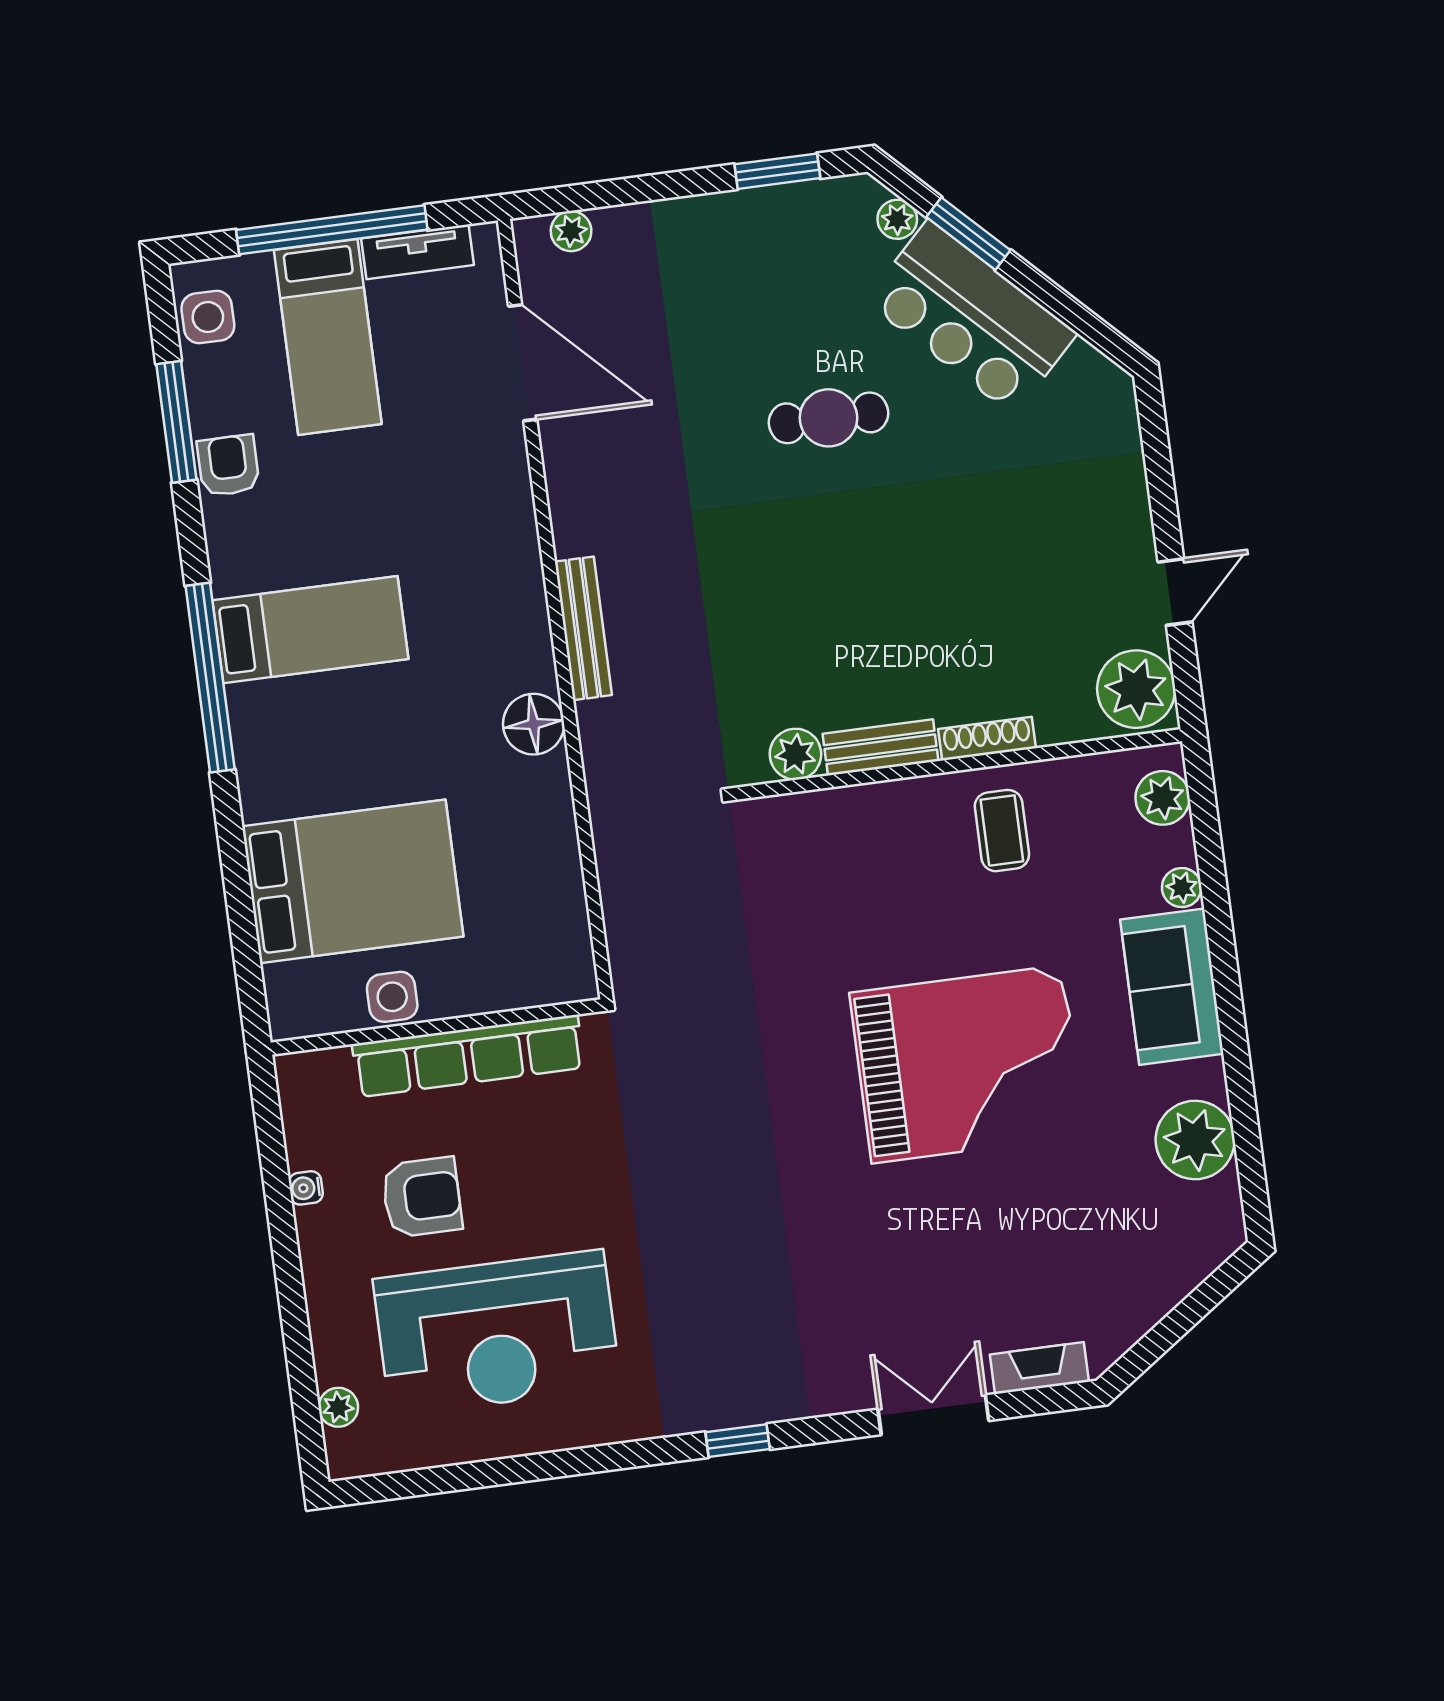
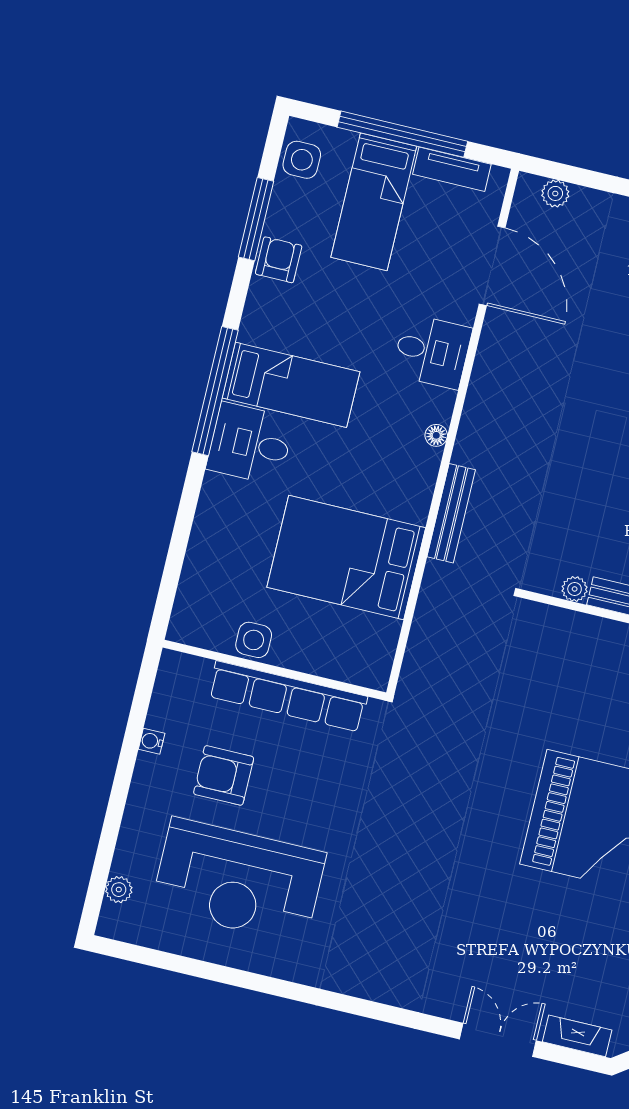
desk: (485, 511) -> (432, 351), added
bench: (583, 628) -> (451, 513), moved
floor lamp: (534, 724) -> (436, 435), moved, width x0.53, depth x0.53
desk: (285, 731) -> (250, 444), added
plant: (795, 754) -> (575, 589), width x0.73, depth x0.73
bed: (353, 881) -> (346, 558), moved, turned 180
armchair: (422, 1197) -> (224, 775), turned 180
window: (738, 1441) -> (366, 1009), removed

